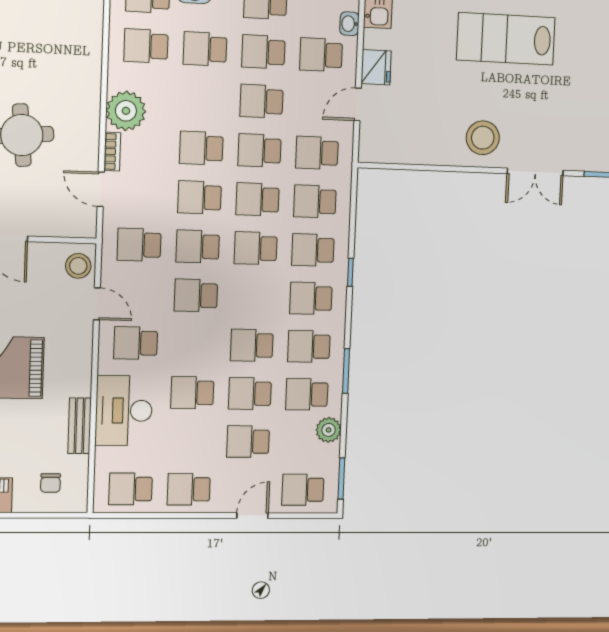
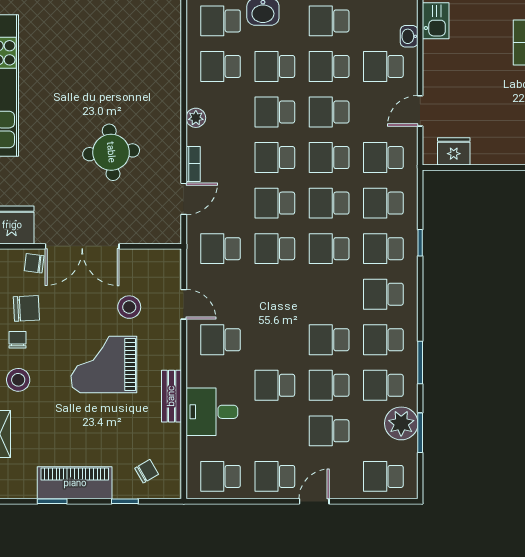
fridge: (376, 67) -> (454, 151), moved, turned -90
plant: (126, 111) -> (196, 118), width x0.53, depth x0.53
door: (101, 189) -> (184, 199), swing flipped
stool: (78, 266) -> (129, 307), moved
window: (350, 272) -> (420, 243), moved
school desk: (196, 295) -> (275, 112), moved
desk: (124, 411) -> (212, 412), width x0.73
bench: (80, 426) -> (171, 396), moved
plant: (329, 430) -> (401, 423), width x1.36, depth x1.36
window: (341, 479) -> (420, 433), moved
chair: (50, 483) -> (147, 471), turned -120
window: (26, 515) -> (125, 501), added
door: (252, 516) -> (314, 501), moved

